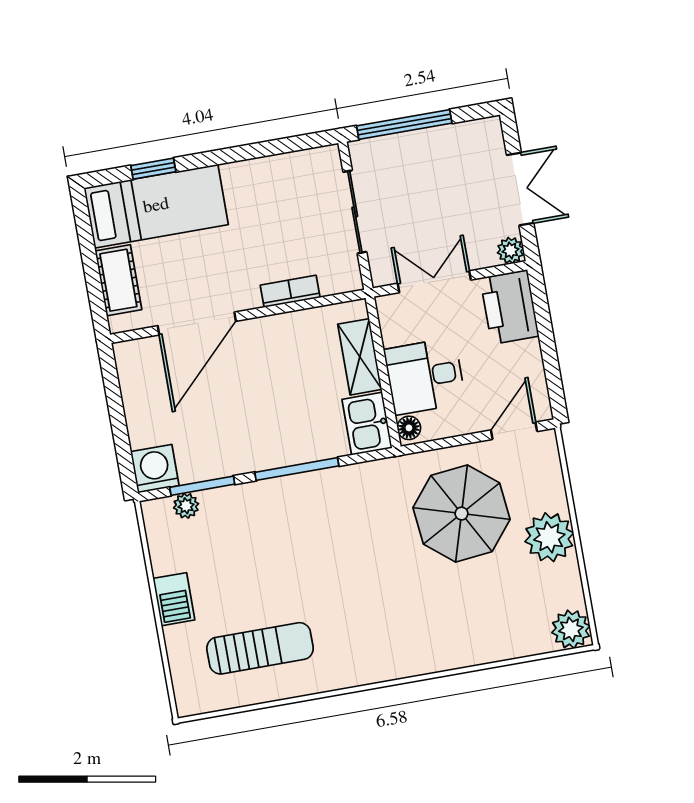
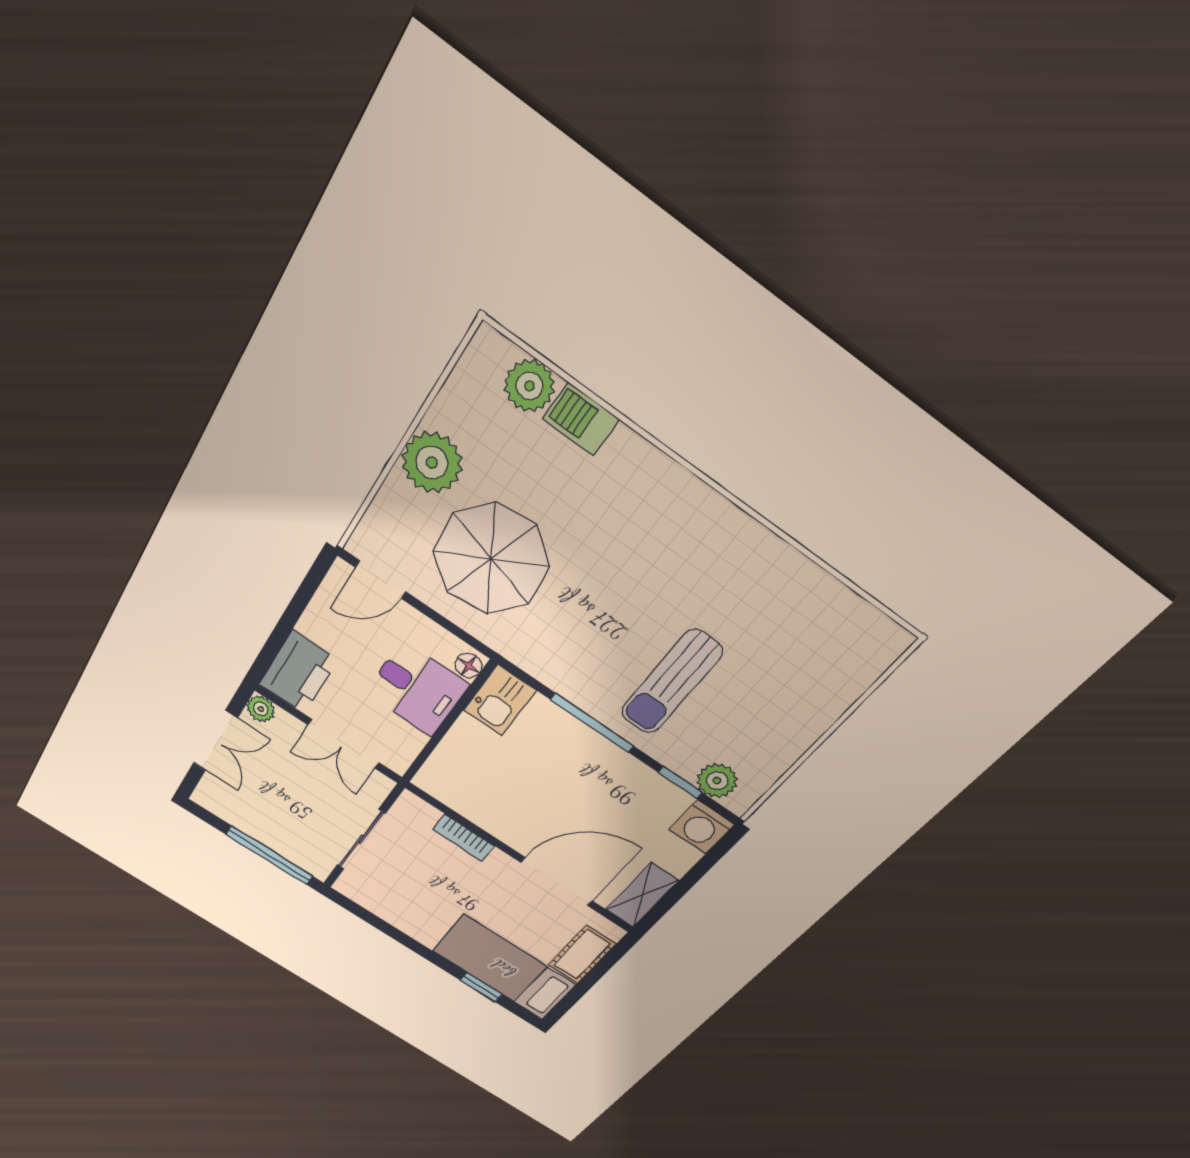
double door: (520, 189) -> (215, 741), swing flipped
shelving: (360, 357) -> (642, 895), moved
window: (202, 486) -> (680, 782), width x0.67
plant: (186, 506) -> (717, 781), width x1.38, depth x1.38
barbecue: (174, 599) -> (581, 419), moved, turned -90
plant: (571, 629) -> (529, 386), moved
sun lounger: (260, 648) -> (671, 682), moved, turned -90

